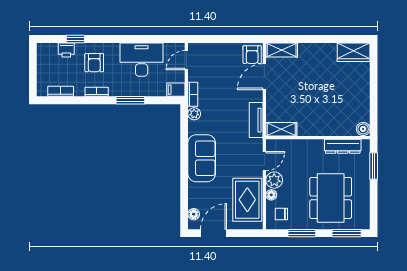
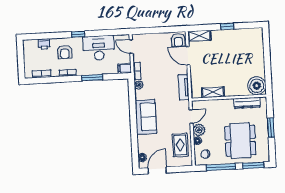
window: (75, 39) -> (78, 34), moved
window: (321, 39) -> (227, 26), added
wardrobe: (354, 52) -> (251, 35), removed
door: (186, 60) -> (131, 47), hinge flipped
door: (264, 77) -> (188, 56), hinge flipped
shelving: (281, 129) -> (213, 92), moved
boiler: (363, 129) -> (257, 86), width x1.86, depth x1.86
window: (374, 166) -> (271, 128), moved
rug: (247, 200) -> (180, 145), width x0.73, depth x0.70
window: (302, 233) -> (221, 167), width x1.44

